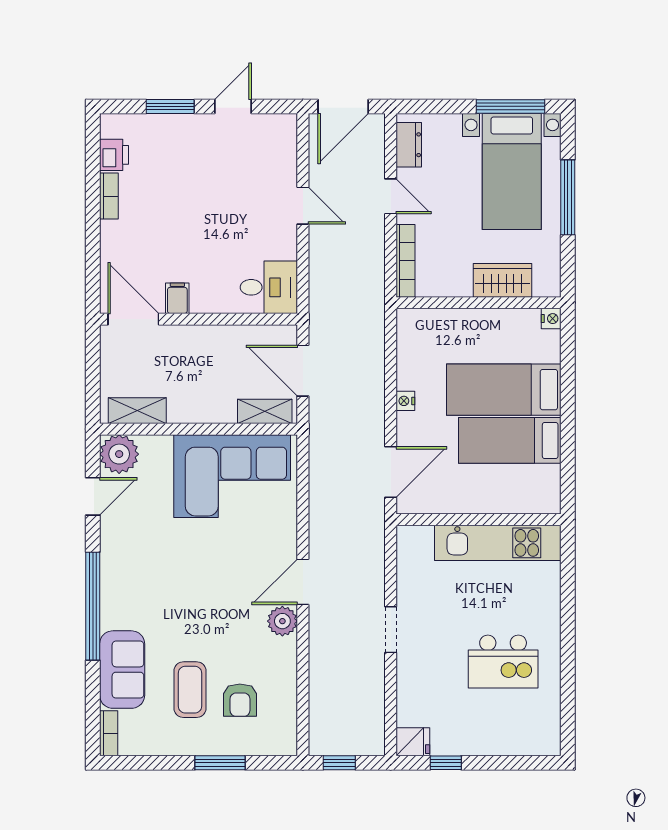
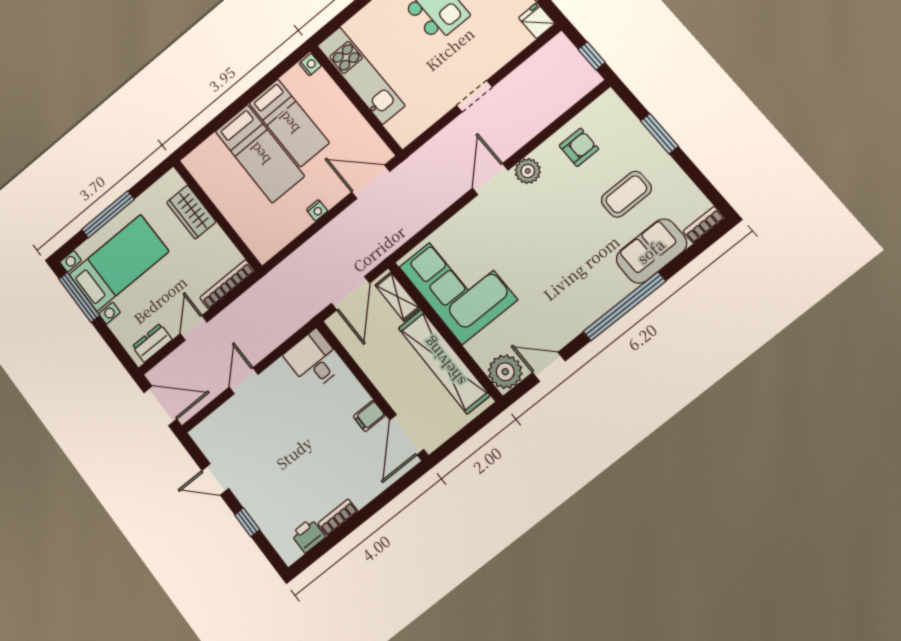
window: (170, 106) -> (247, 522), width x0.67
nightstand: (551, 319) -> (310, 65), moved, turned 90
shelving: (137, 411) -> (444, 362), width x2.20, depth x1.33
door: (303, 582) -> (490, 179), swing flipped
armchair: (240, 700) -> (579, 147), moved

